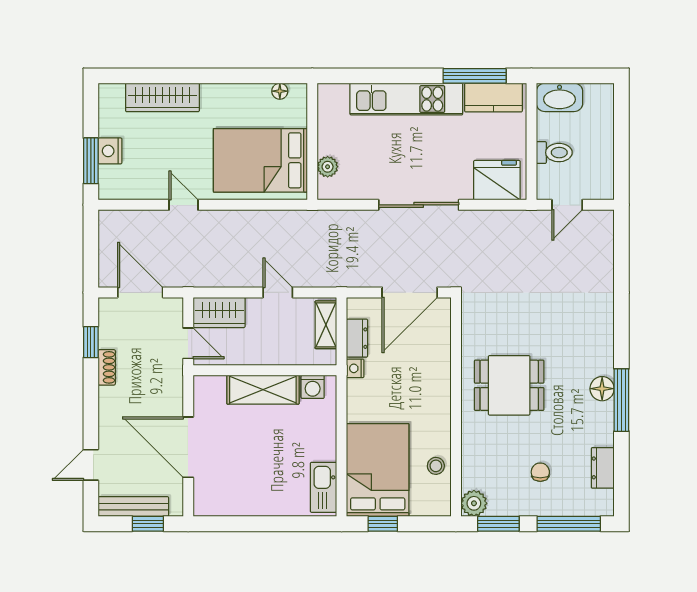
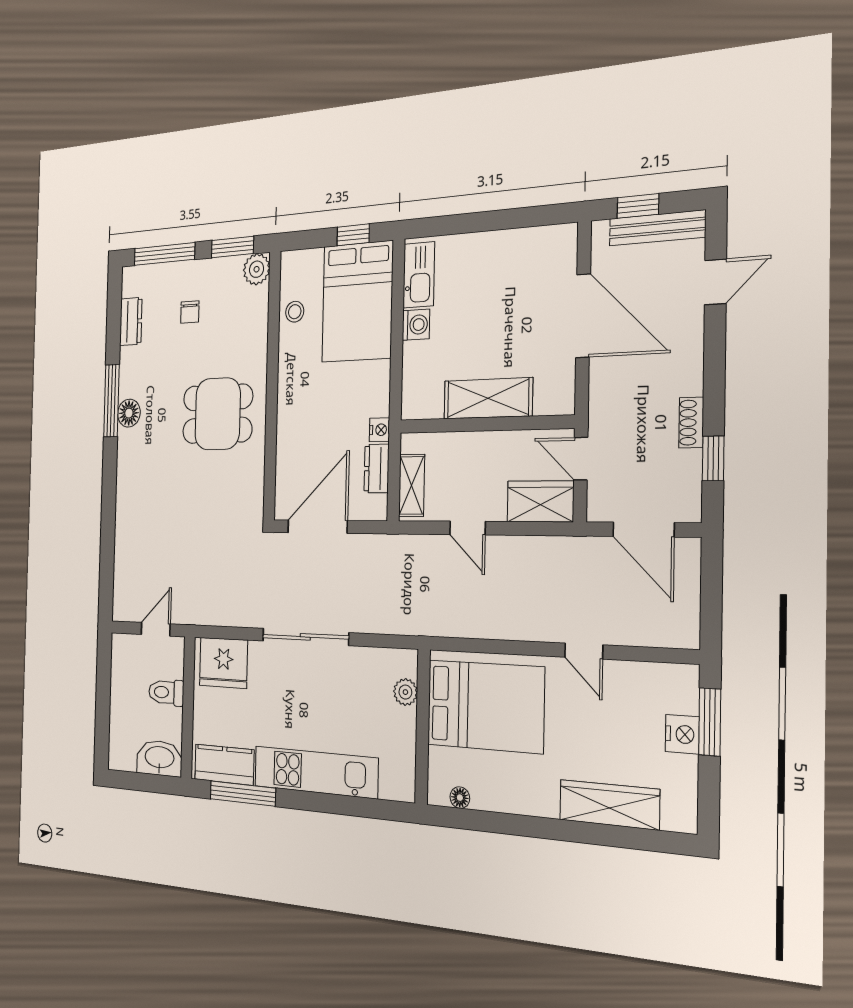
washing machine: (313, 387) -> (416, 325), moved, turned 90

